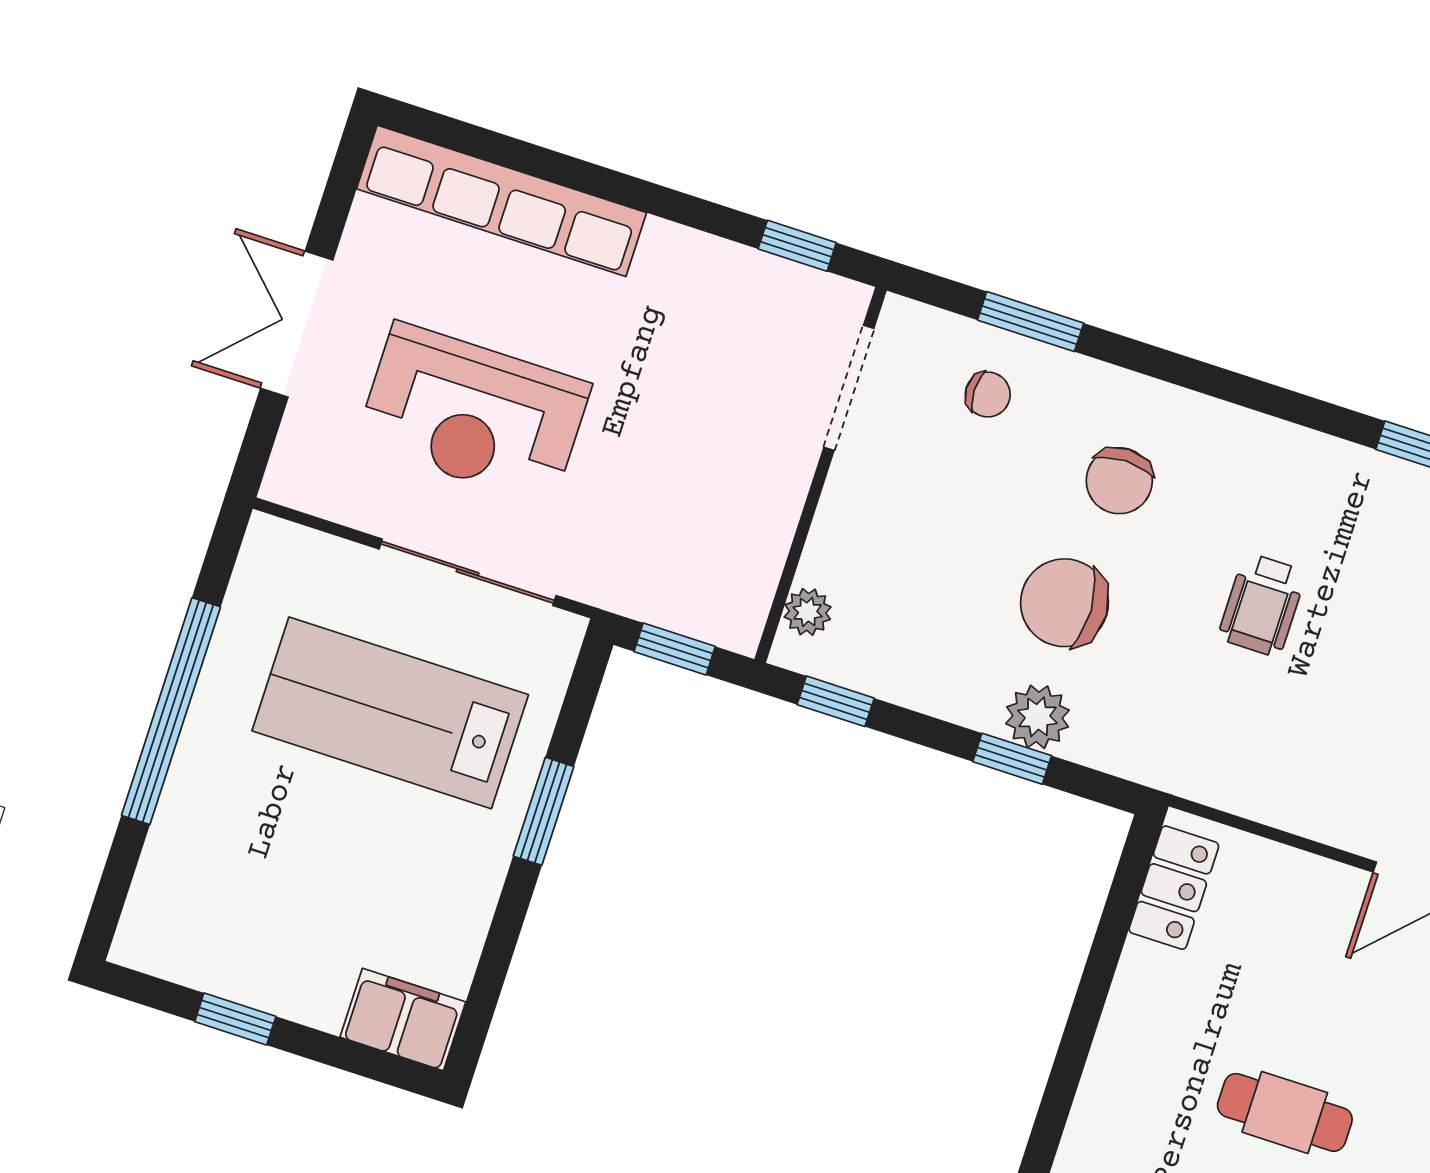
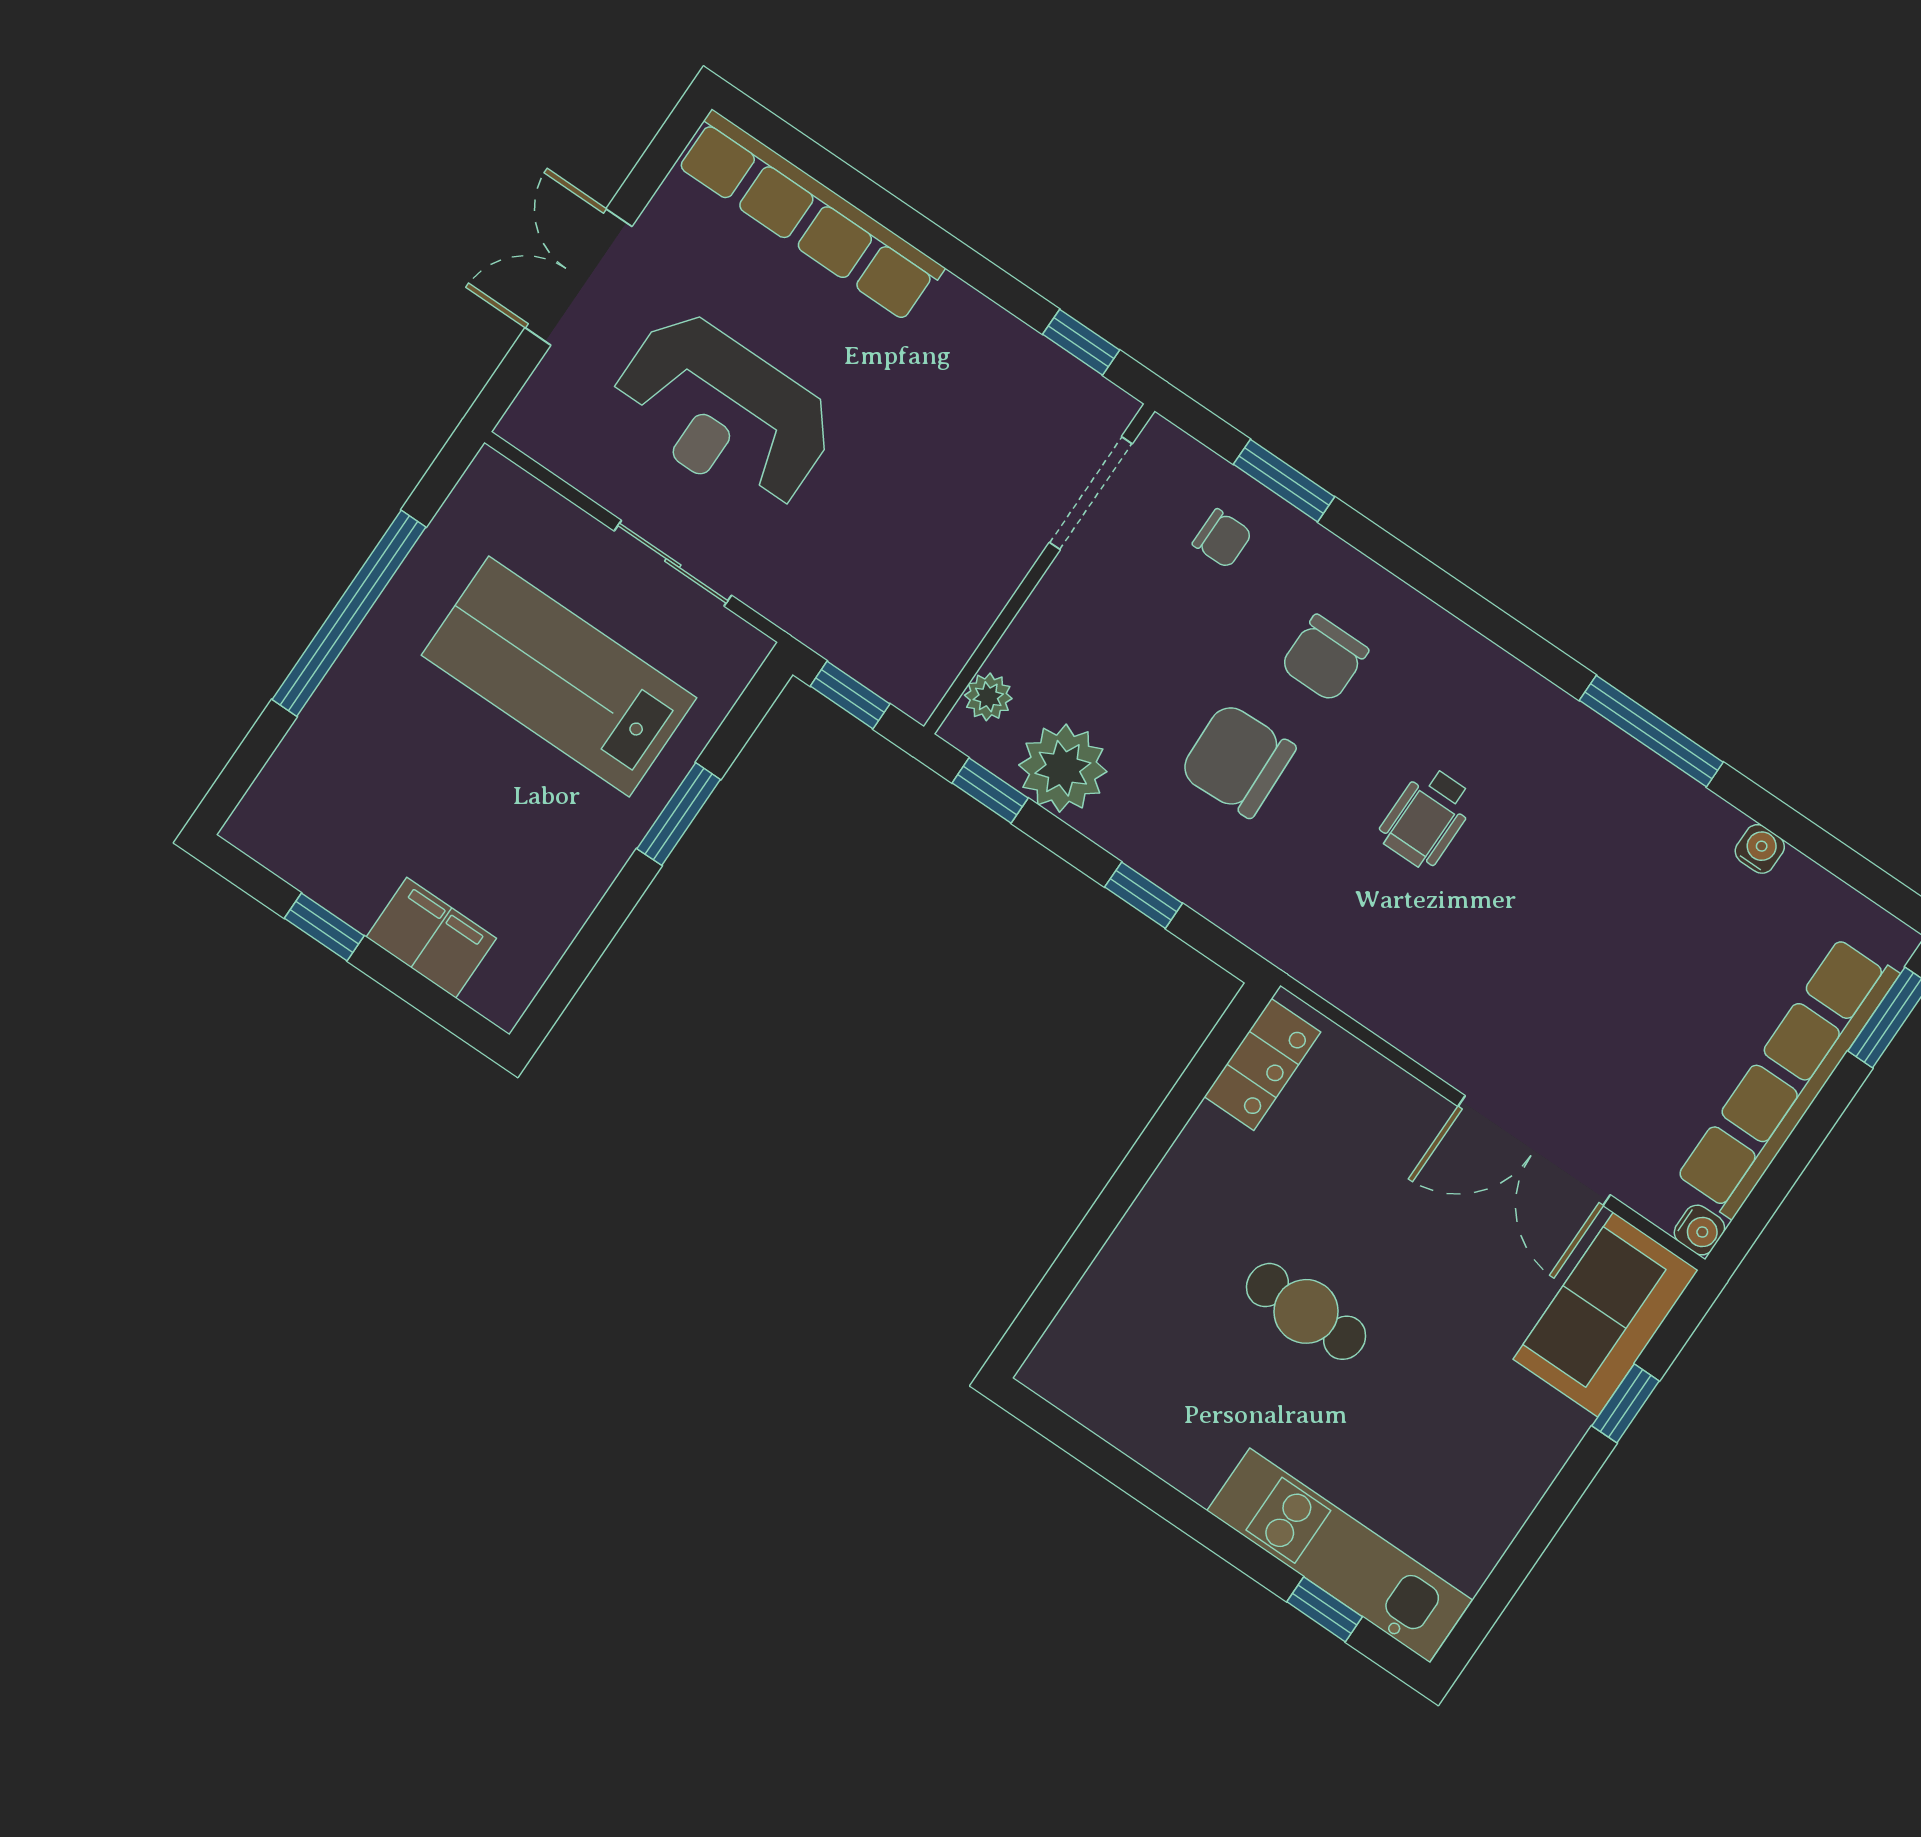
sliding door: (468, 572) -> (673, 563), width x0.73
plant: (1038, 717) -> (1063, 768), moved, width x1.36, depth x1.36
filing cabinet: (403, 1020) -> (431, 938), moved

